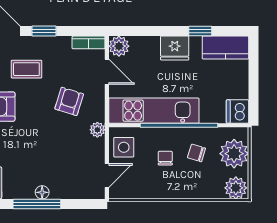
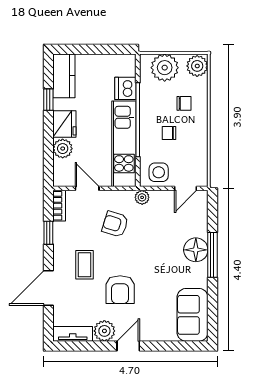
window: (44, 31) -> (48, 233), moved
plant: (119, 46) -> (63, 149), moved
door: (107, 72) -> (87, 188), hinge flipped
dishwasher: (238, 112) -> (125, 88), moved, turned 90
chair: (196, 153) -> (184, 103), moved, turned -107
door: (107, 176) -> (186, 188), swing flipped
floor lamp: (42, 192) -> (196, 250), width x1.89, depth x1.89

